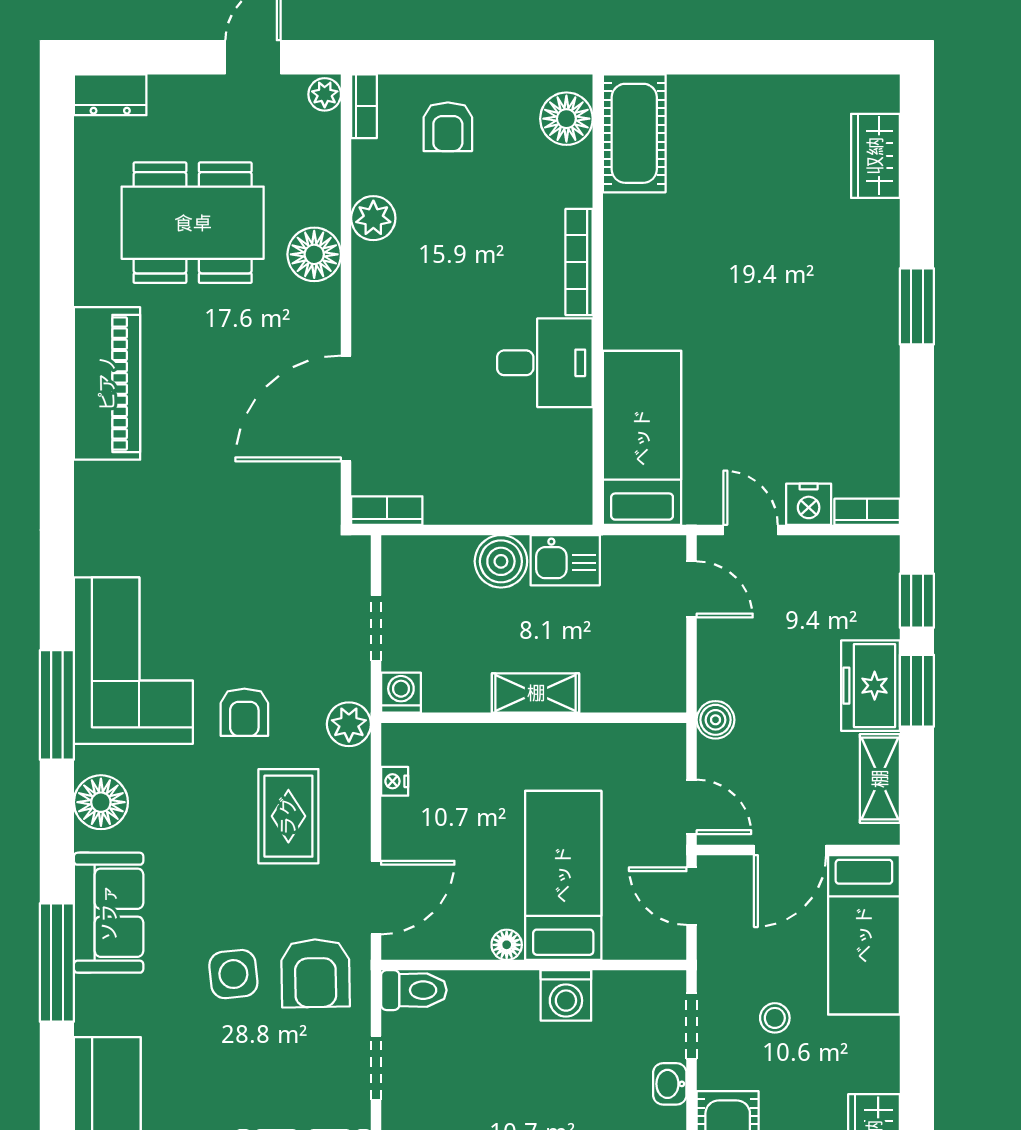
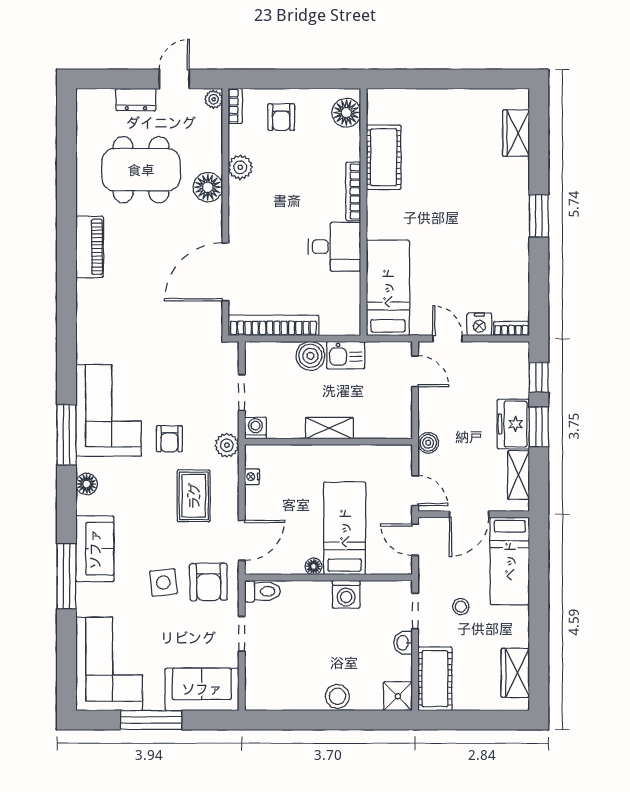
dresser: (110, 95) -> (136, 100), moved
cot: (634, 133) -> (384, 157), moved
piano: (107, 383) -> (90, 247), width x0.73, depth x0.75
bookcase: (387, 511) -> (273, 325), width x2.31, depth x1.31
floor lamp: (101, 802) -> (87, 484), width x0.73, depth x0.73

